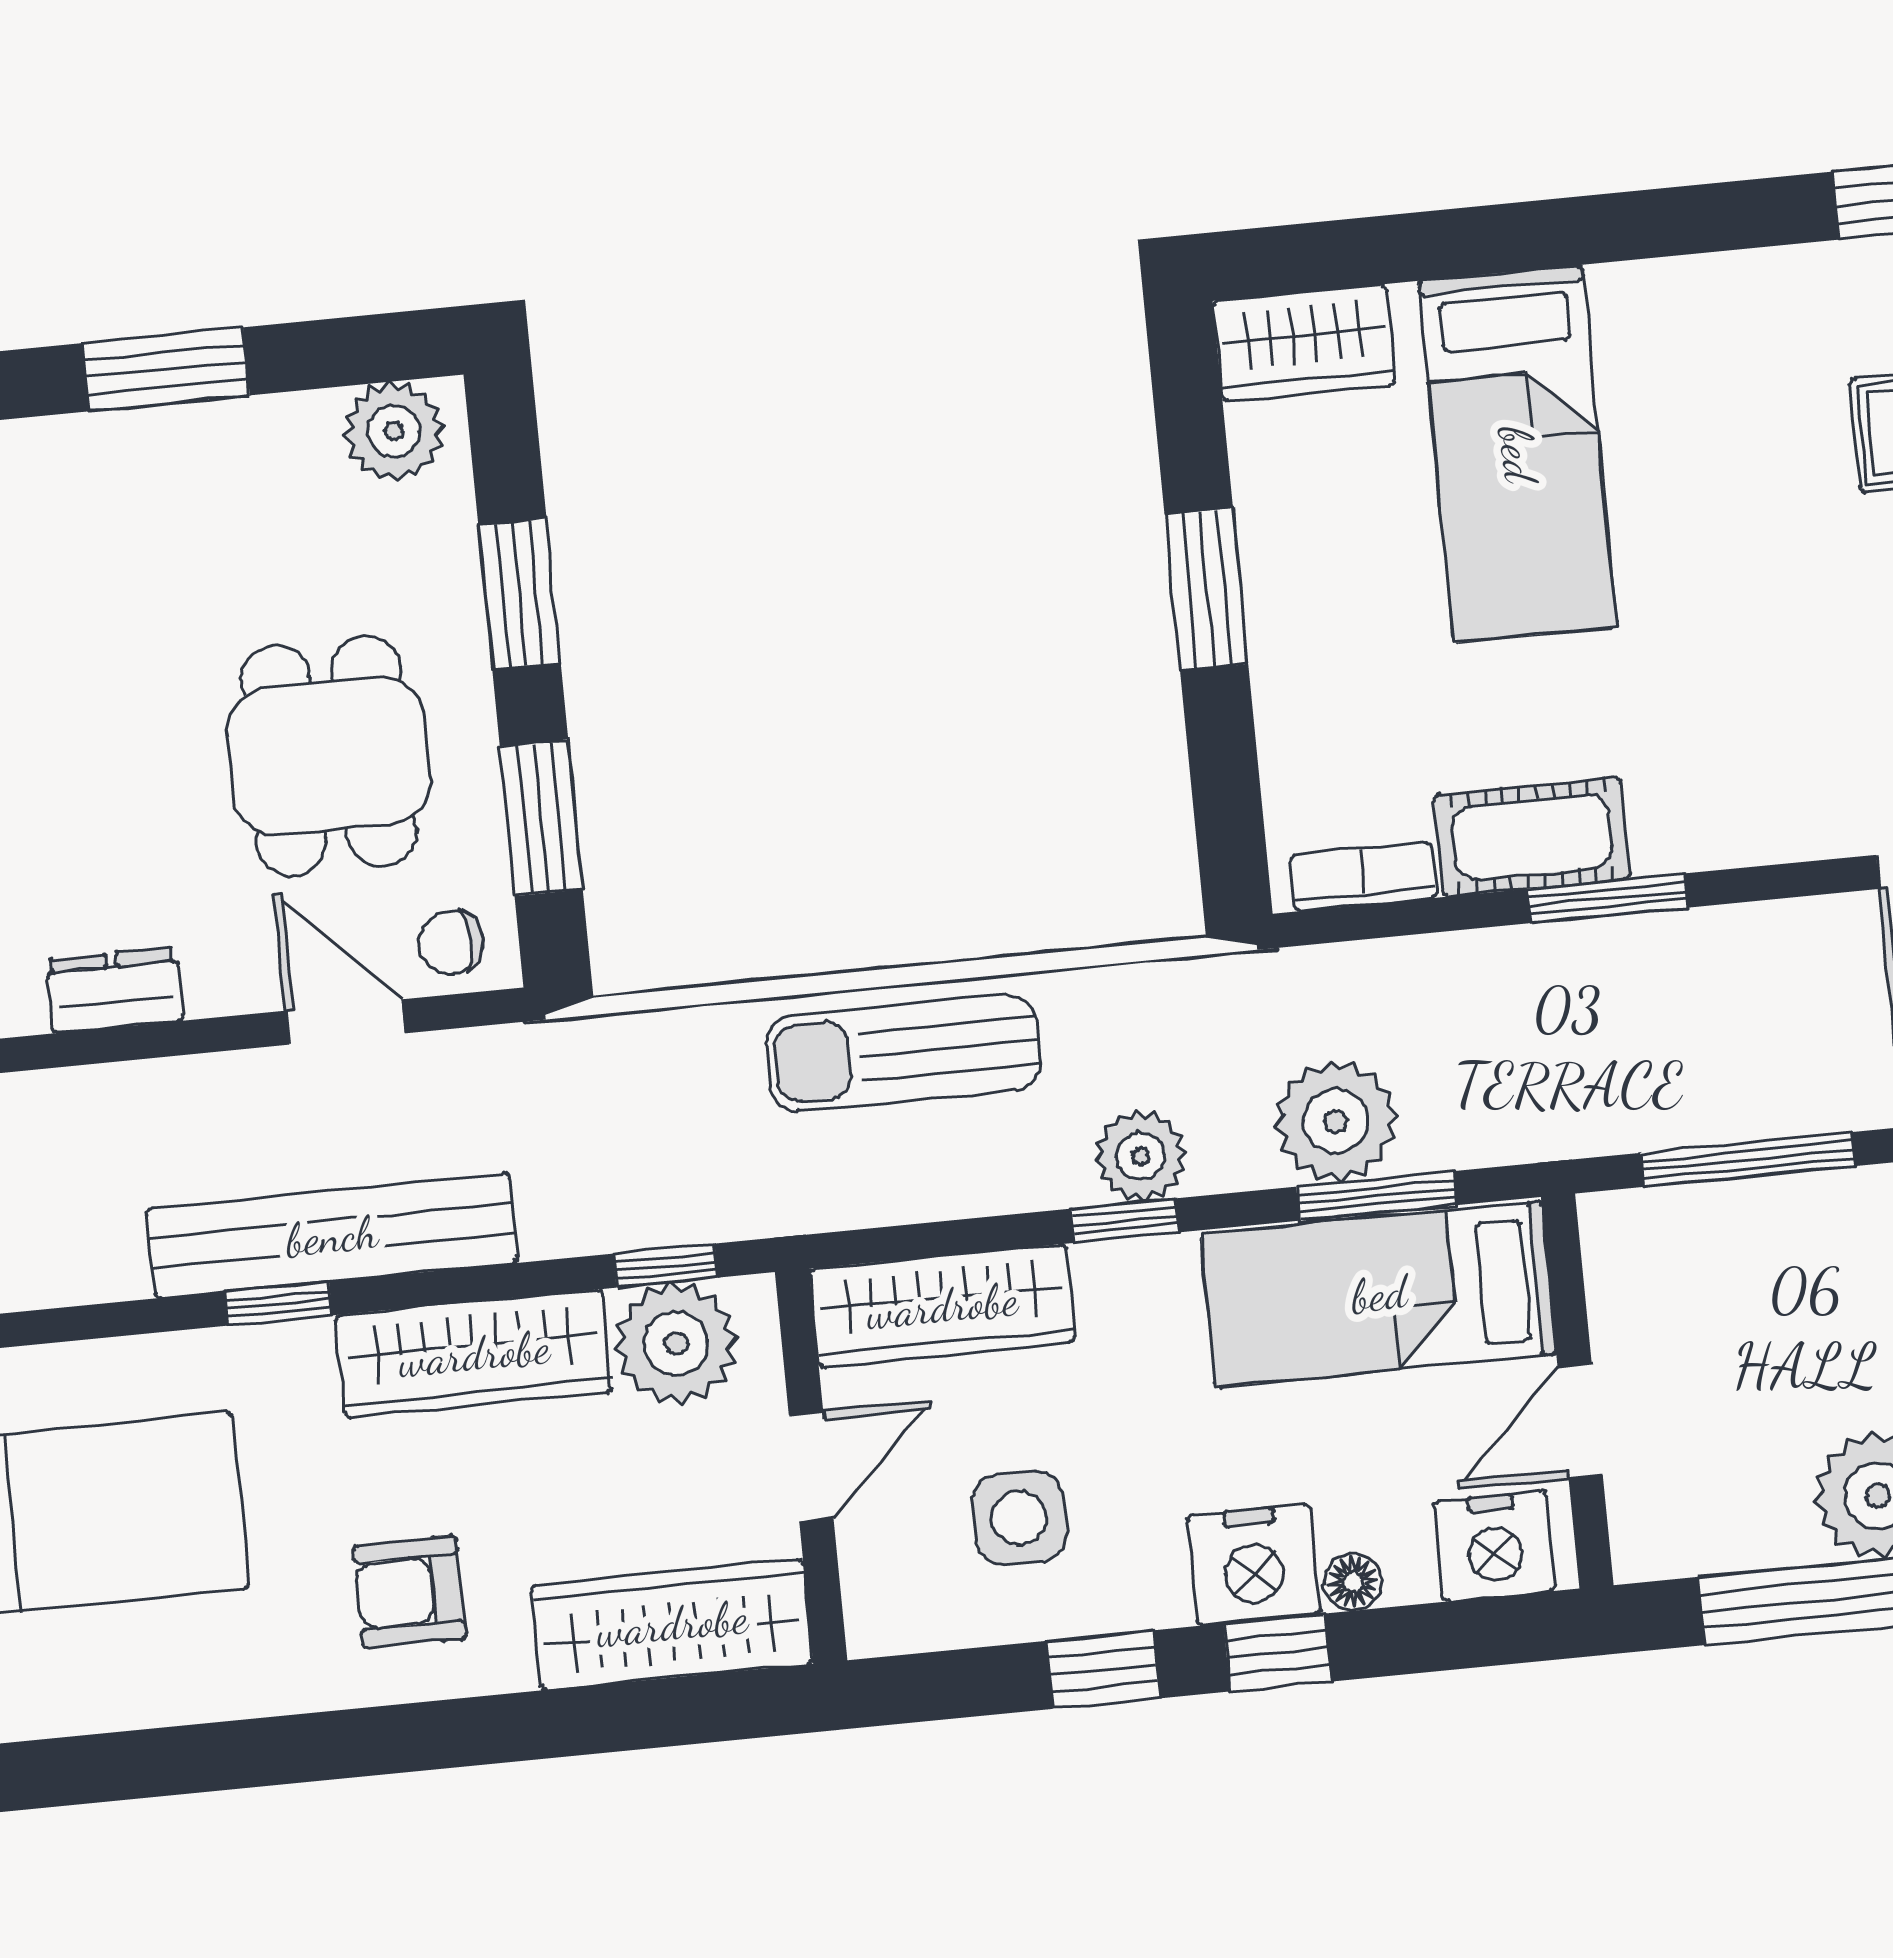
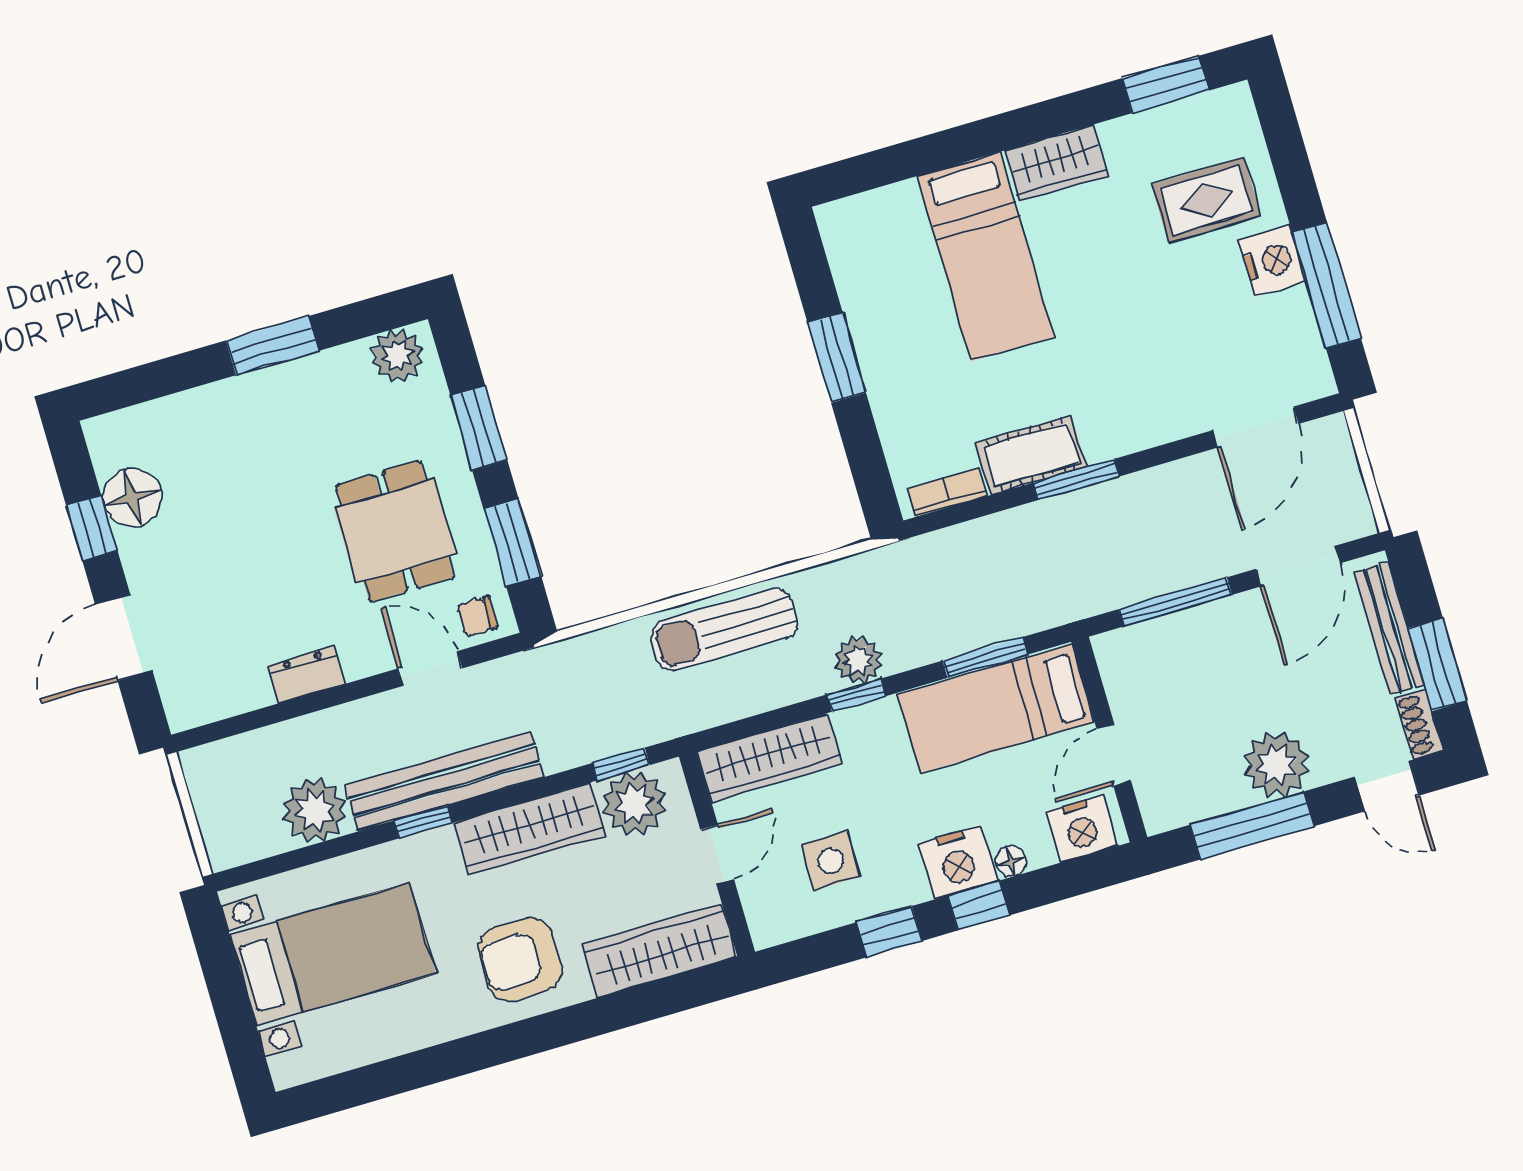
wardrobe: (1304, 343) -> (1056, 163), moved
plant: (1336, 1121) -> (314, 810), moved
armchair: (410, 1592) -> (520, 959), width x1.38, depth x1.38

